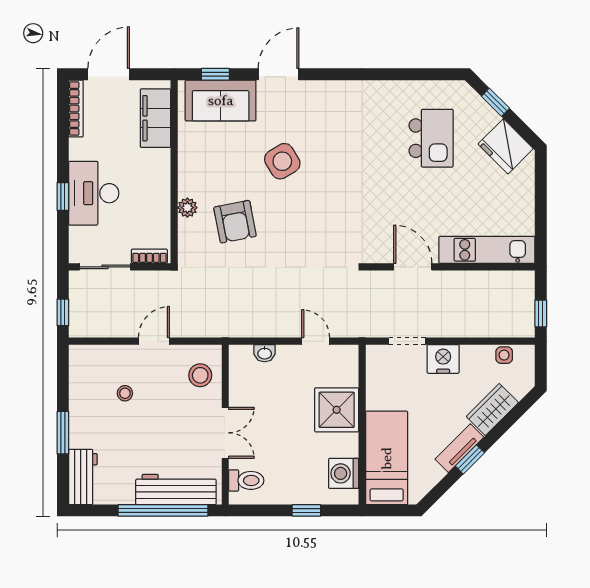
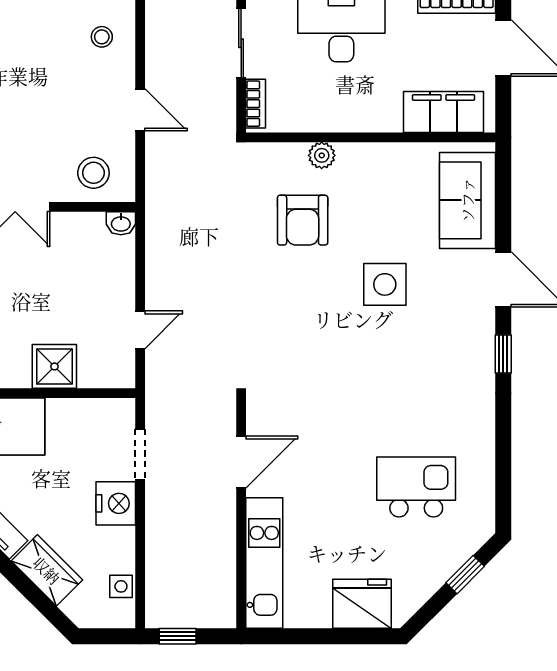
window: (215, 74) -> (503, 354), moved
kitchen island: (431, 138) -> (416, 487), turned 180
fridge: (506, 146) -> (362, 604), moved, turned 45
side table: (282, 161) -> (385, 284), turned 31
armchair: (235, 222) -> (303, 220), turned -79
washbasin: (265, 353) -> (121, 223), moved, turned -90
stool: (125, 393) -> (102, 37), moved
shower: (337, 410) -> (54, 366), width x0.73, depth x0.73

